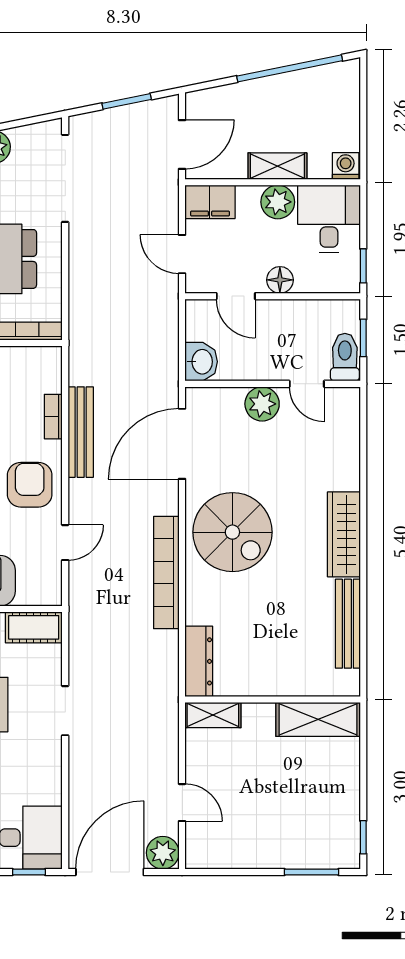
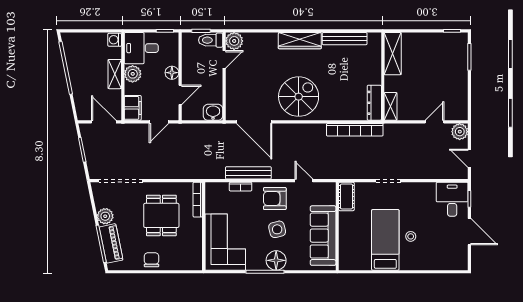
plant: (262, 404) -> (234, 41), moved
bookcase: (166, 573) -> (355, 130), moved
dresser: (199, 661) -> (374, 103), moved, turned -90
door: (110, 872) -> (469, 158), width x0.53

